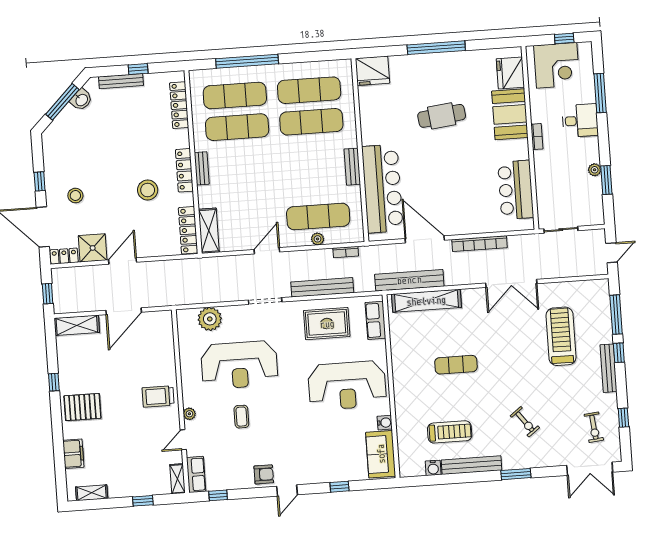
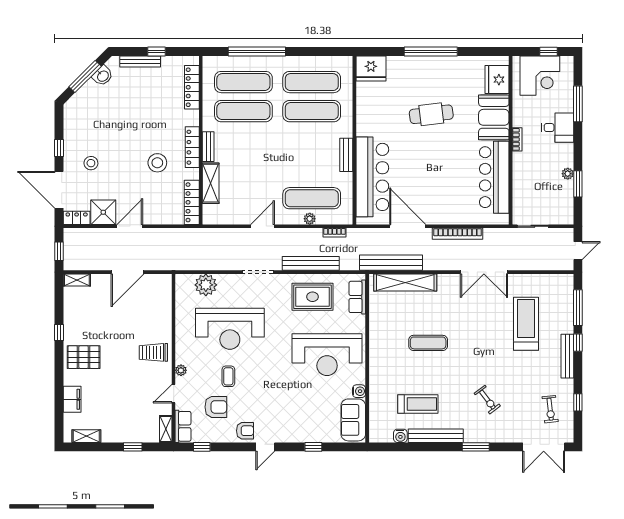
bar counter: (516, 190) -> (494, 177), width x1.36
shelving: (209, 231) -> (211, 183), moved
shelving: (77, 325) -> (77, 280), width x0.67, depth x0.75
armchair: (230, 451) -> (216, 407), added

